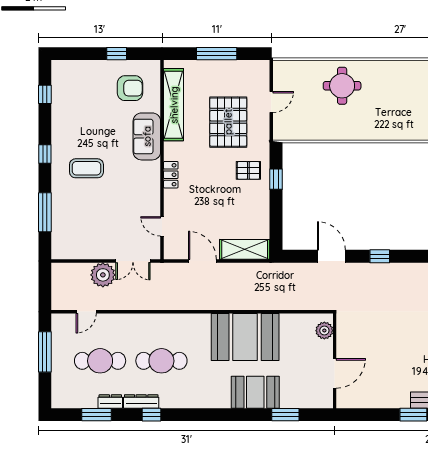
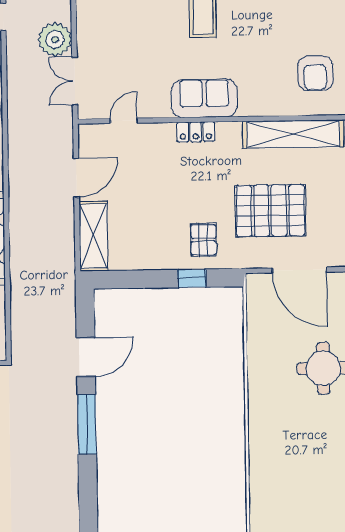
door: (271, 102) -> (299, 270), width x1.87
sofa: (147, 136) -> (204, 98), moved
window: (380, 256) -> (87, 424), width x2.17

